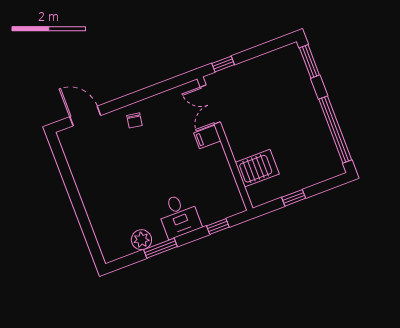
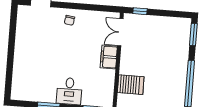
filing cabinet: (207, 137) -> (109, 57), width x2.00
plant: (141, 240) -> (39, 95), removed

